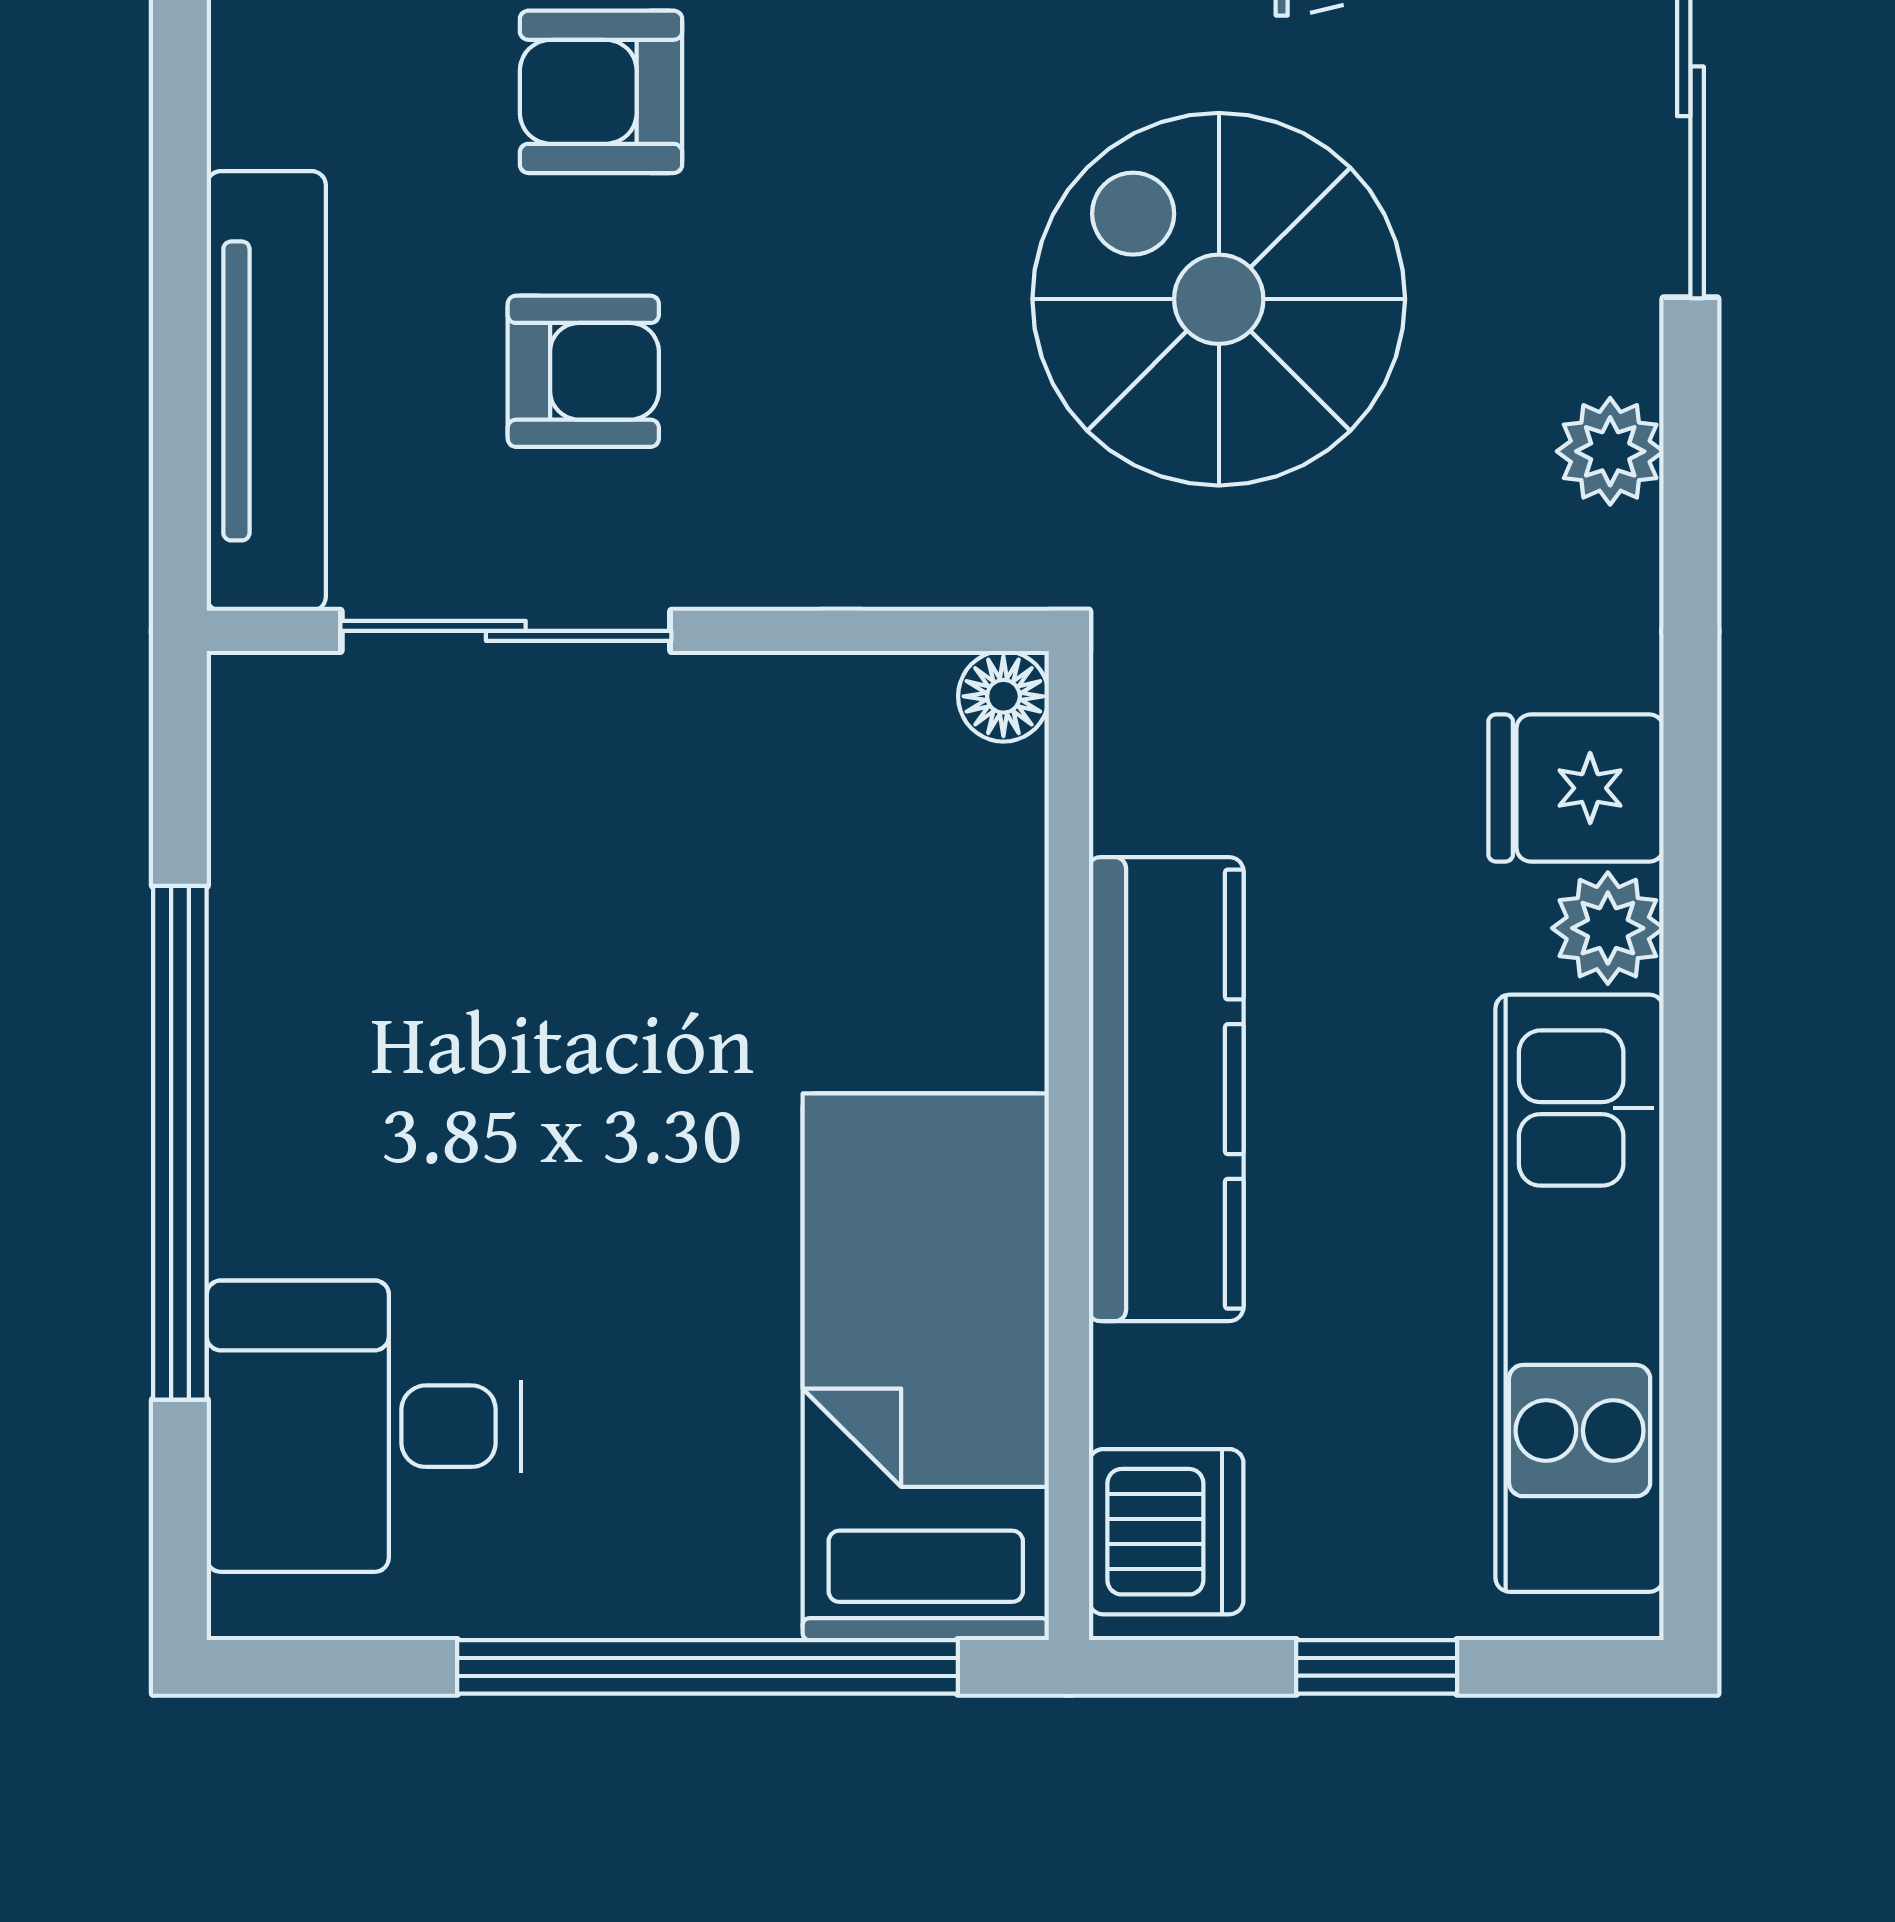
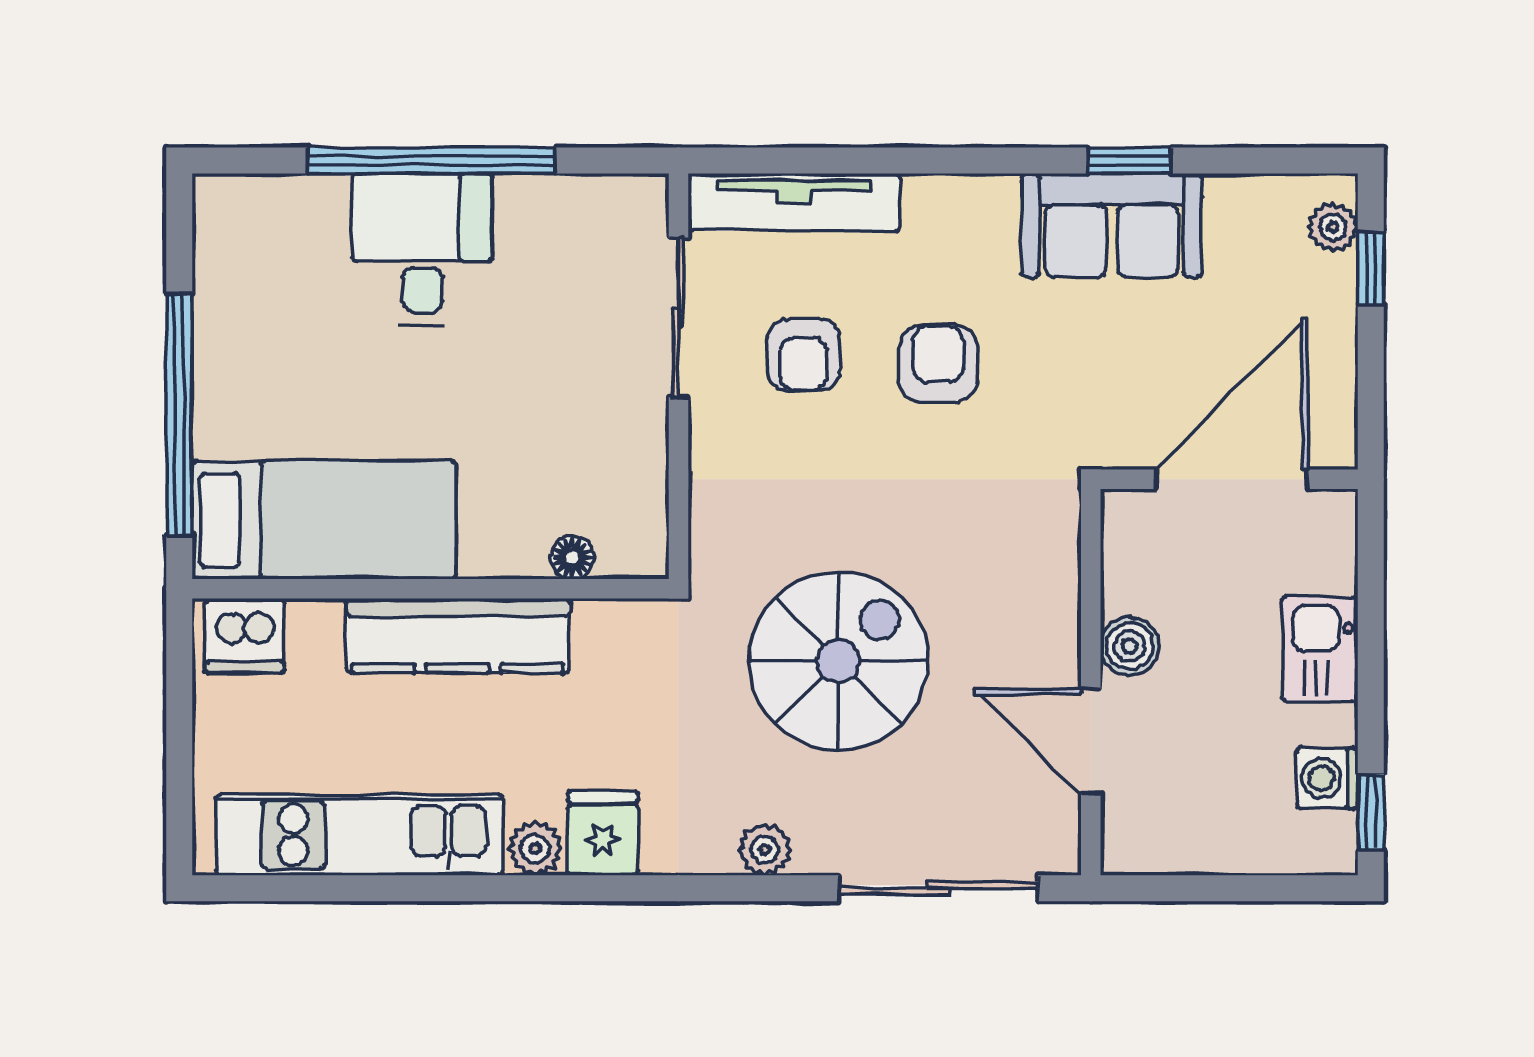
floor lamp: (1003, 696) -> (572, 557), moved
desk: (364, 1426) -> (422, 249), moved
window: (1377, 1667) -> (179, 737), removed

